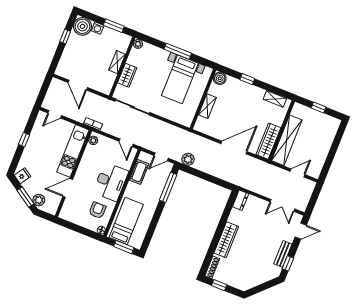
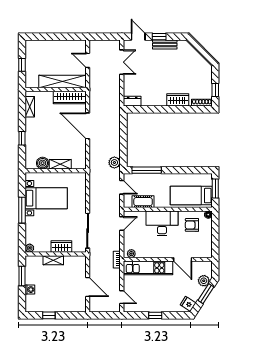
boiler: (82, 26) -> (34, 304), removed
boiler: (220, 78) -> (43, 163), moved
door: (78, 85) -> (88, 287), hinge flipped
wardrobe: (226, 240) -> (178, 100), width x0.67
window: (288, 263) -> (159, 37), moved

